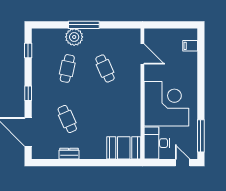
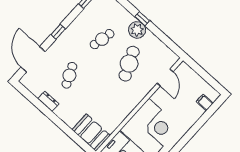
window: (84, 25) -> (142, 19), width x0.46
plant: (74, 37) -> (137, 30), moved
cafe table: (105, 68) -> (129, 64), width x1.37, depth x1.35

